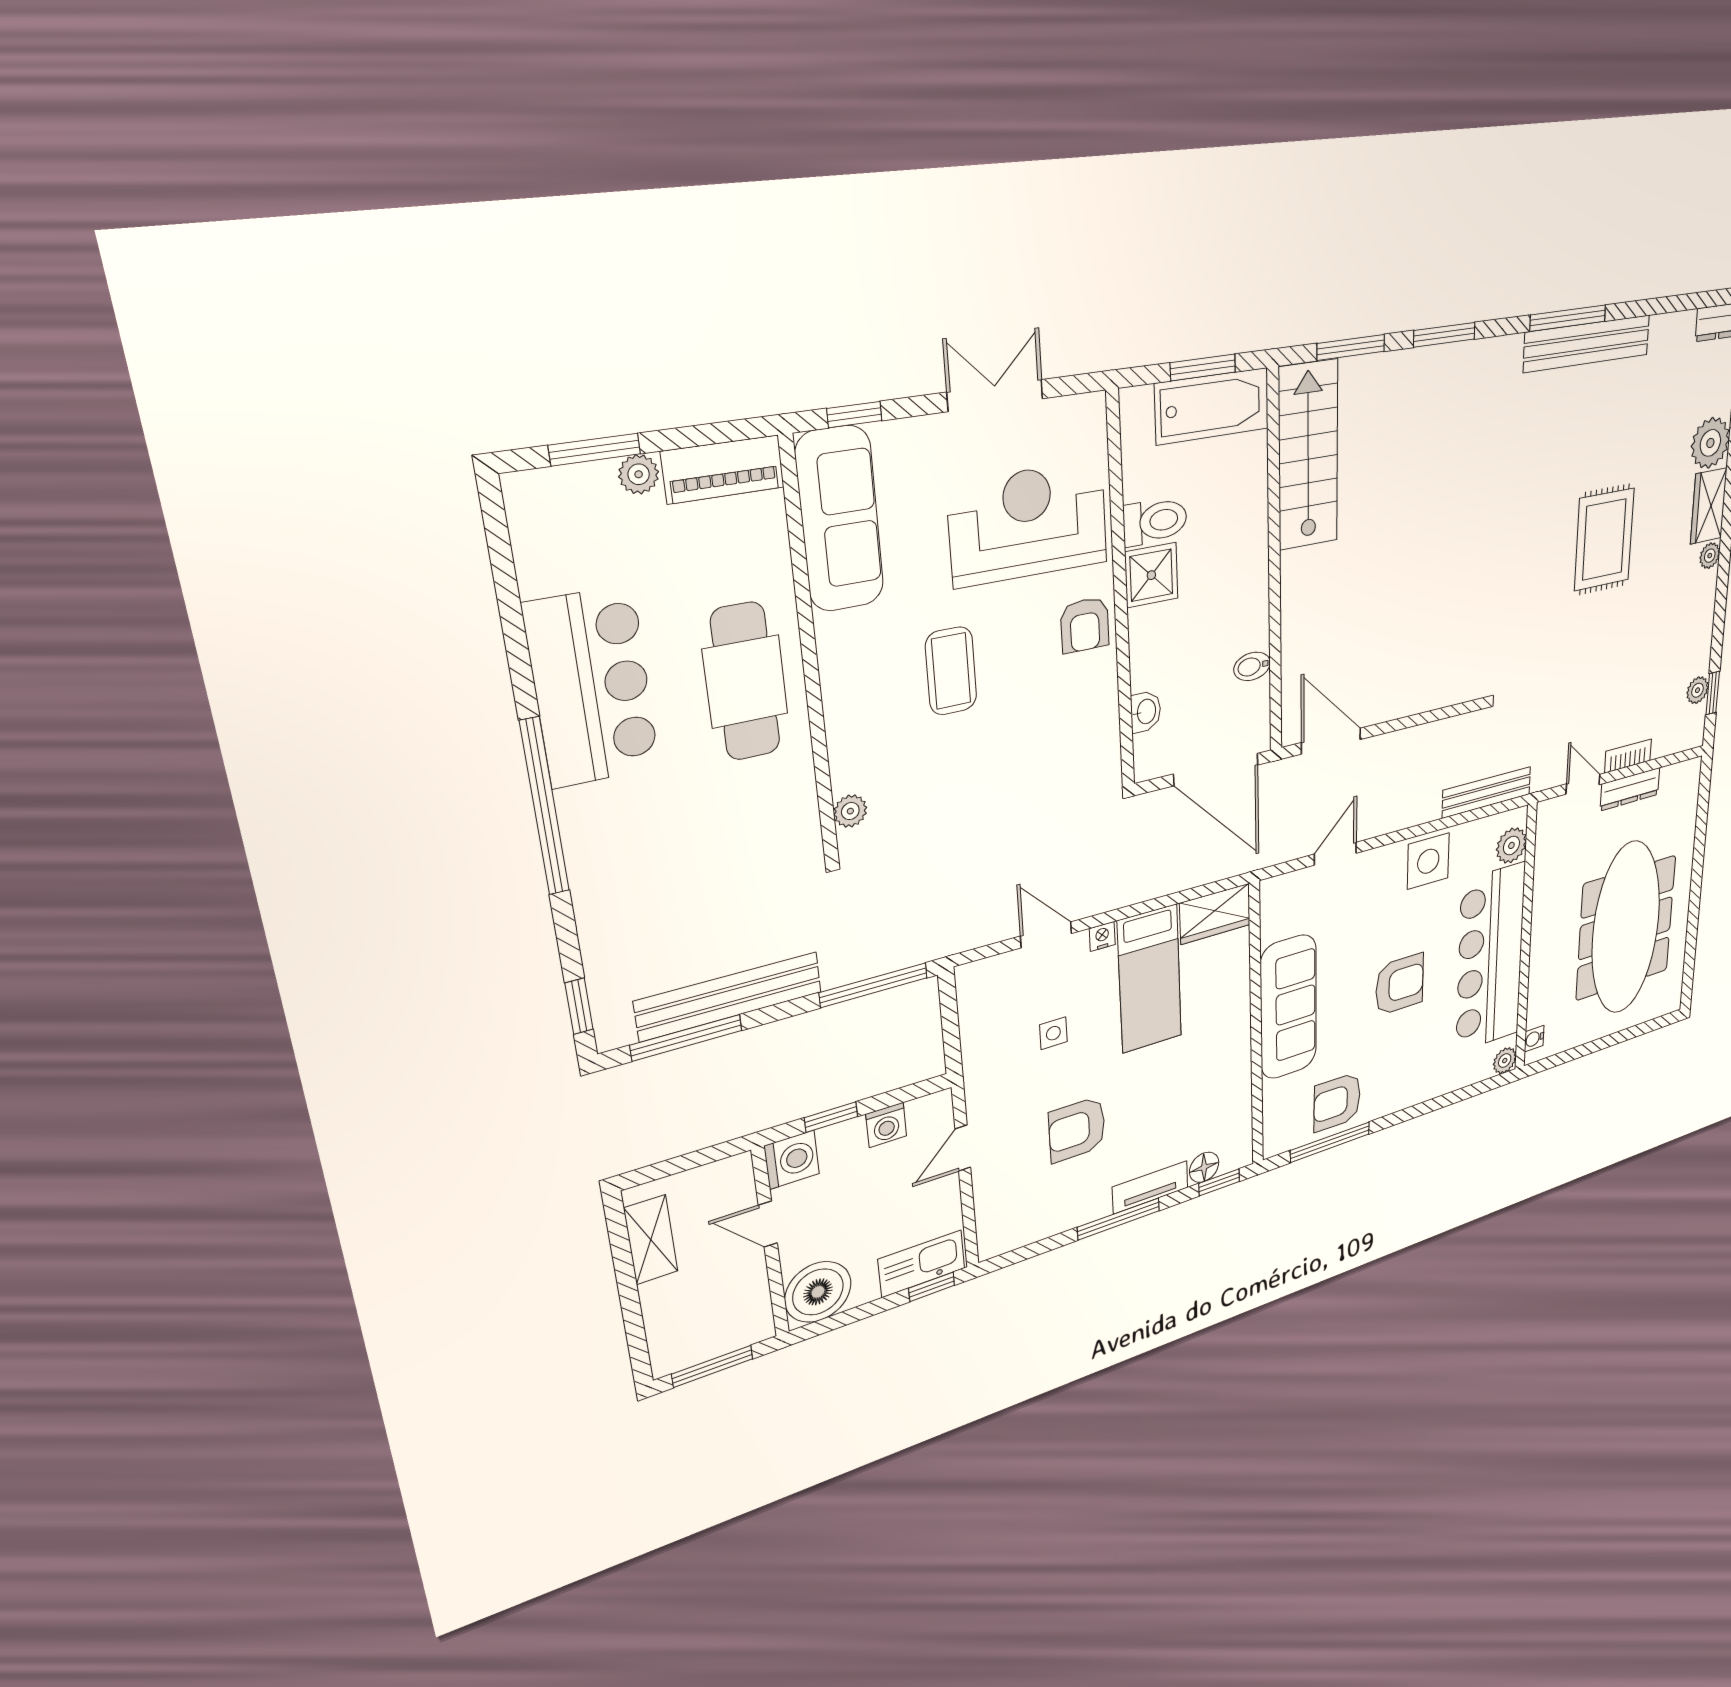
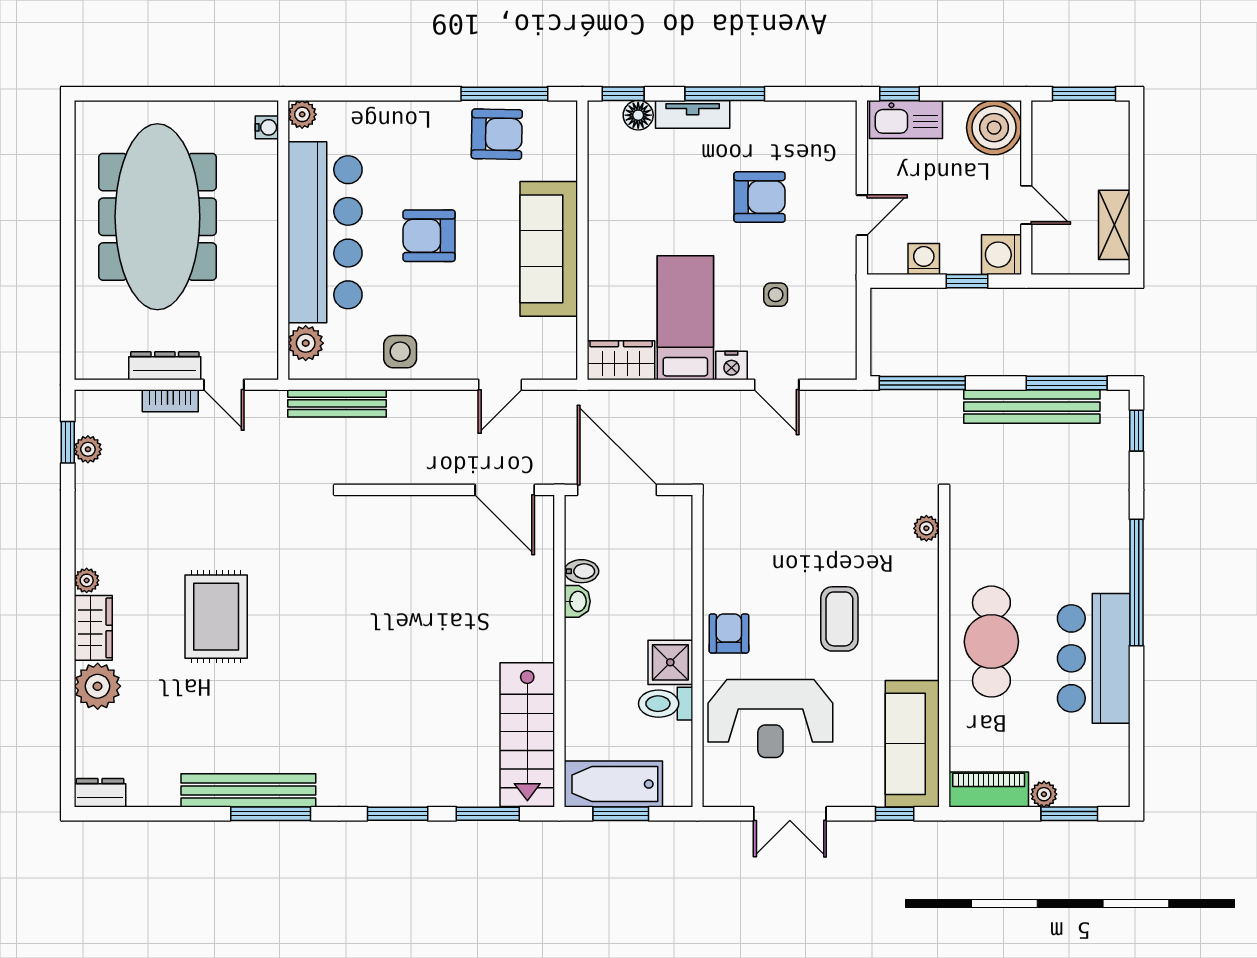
washbasin: (1146, 712) -> (577, 601), moved, turned 180
side table: (1428, 861) -> (400, 352), width x0.73, depth x0.73
nightstand: (1102, 936) -> (731, 365), width x1.39, depth x1.35

